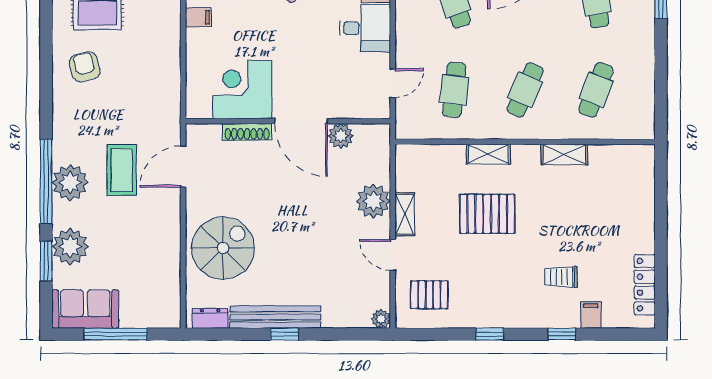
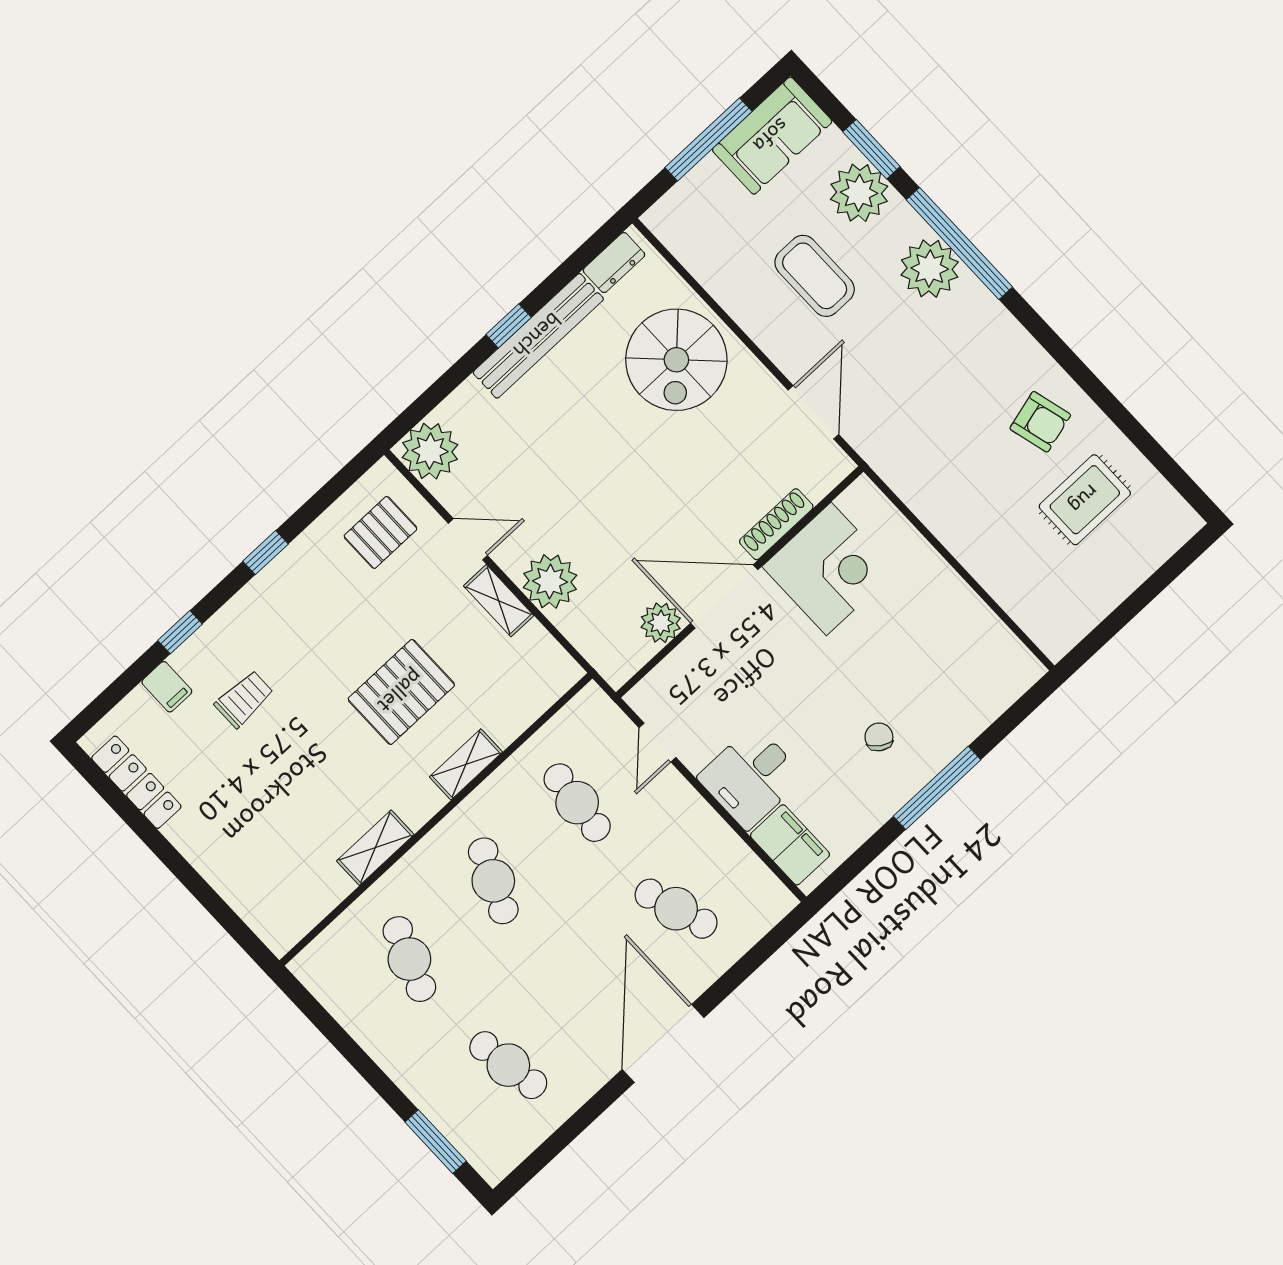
filing cabinet: (198, 17) -> (960, 606), removed
coffee table: (122, 170) -> (815, 276), moved
plant: (381, 319) -> (430, 451), width x1.87, depth x1.87

